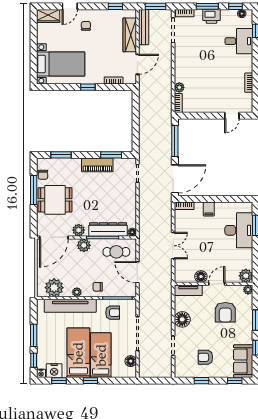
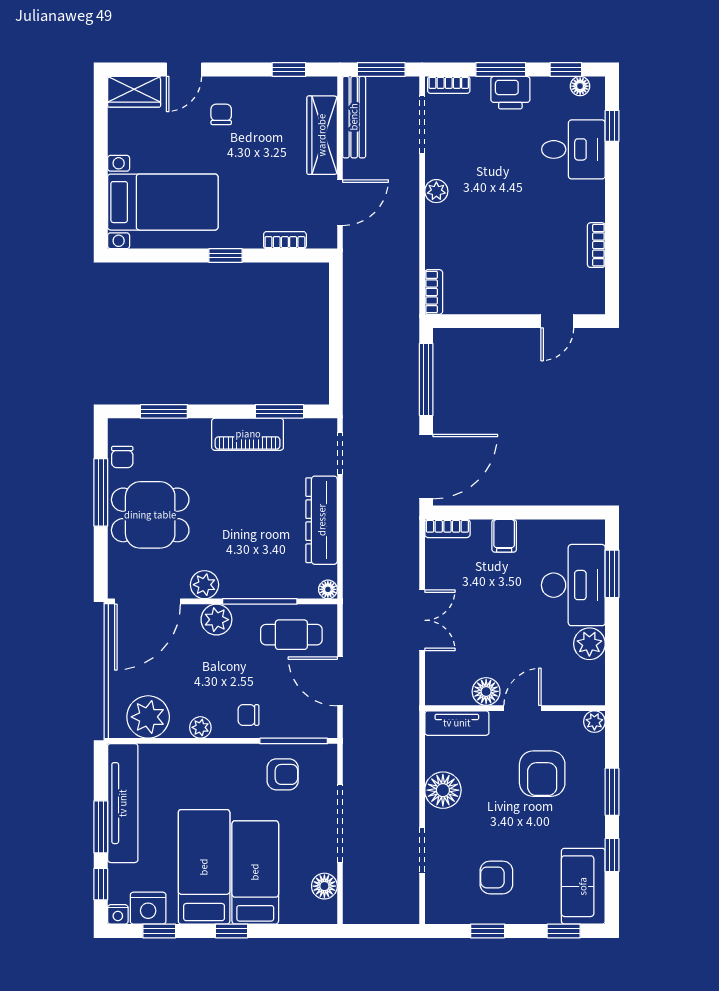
plant: (179, 87) -> (436, 191), moved
dresser: (108, 229) -> (322, 520), moved, turned -90
plant: (246, 276) -> (589, 644), moved
tv unit: (70, 306) -> (123, 803), moved, turned -90

